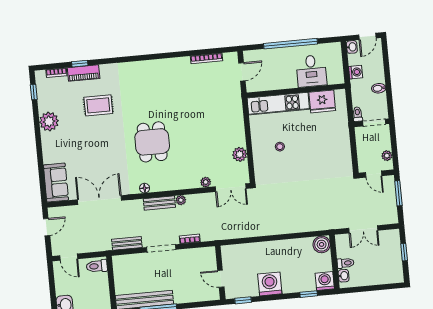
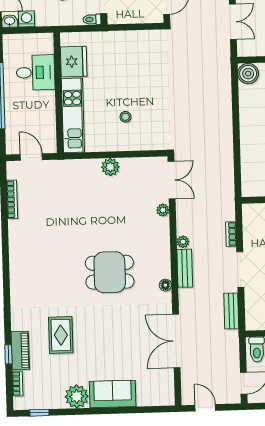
washing machine: (356, 72) -> (27, 19), moved
plant: (240, 154) -> (110, 167), moved
sofa: (56, 183) -> (113, 394), moved

